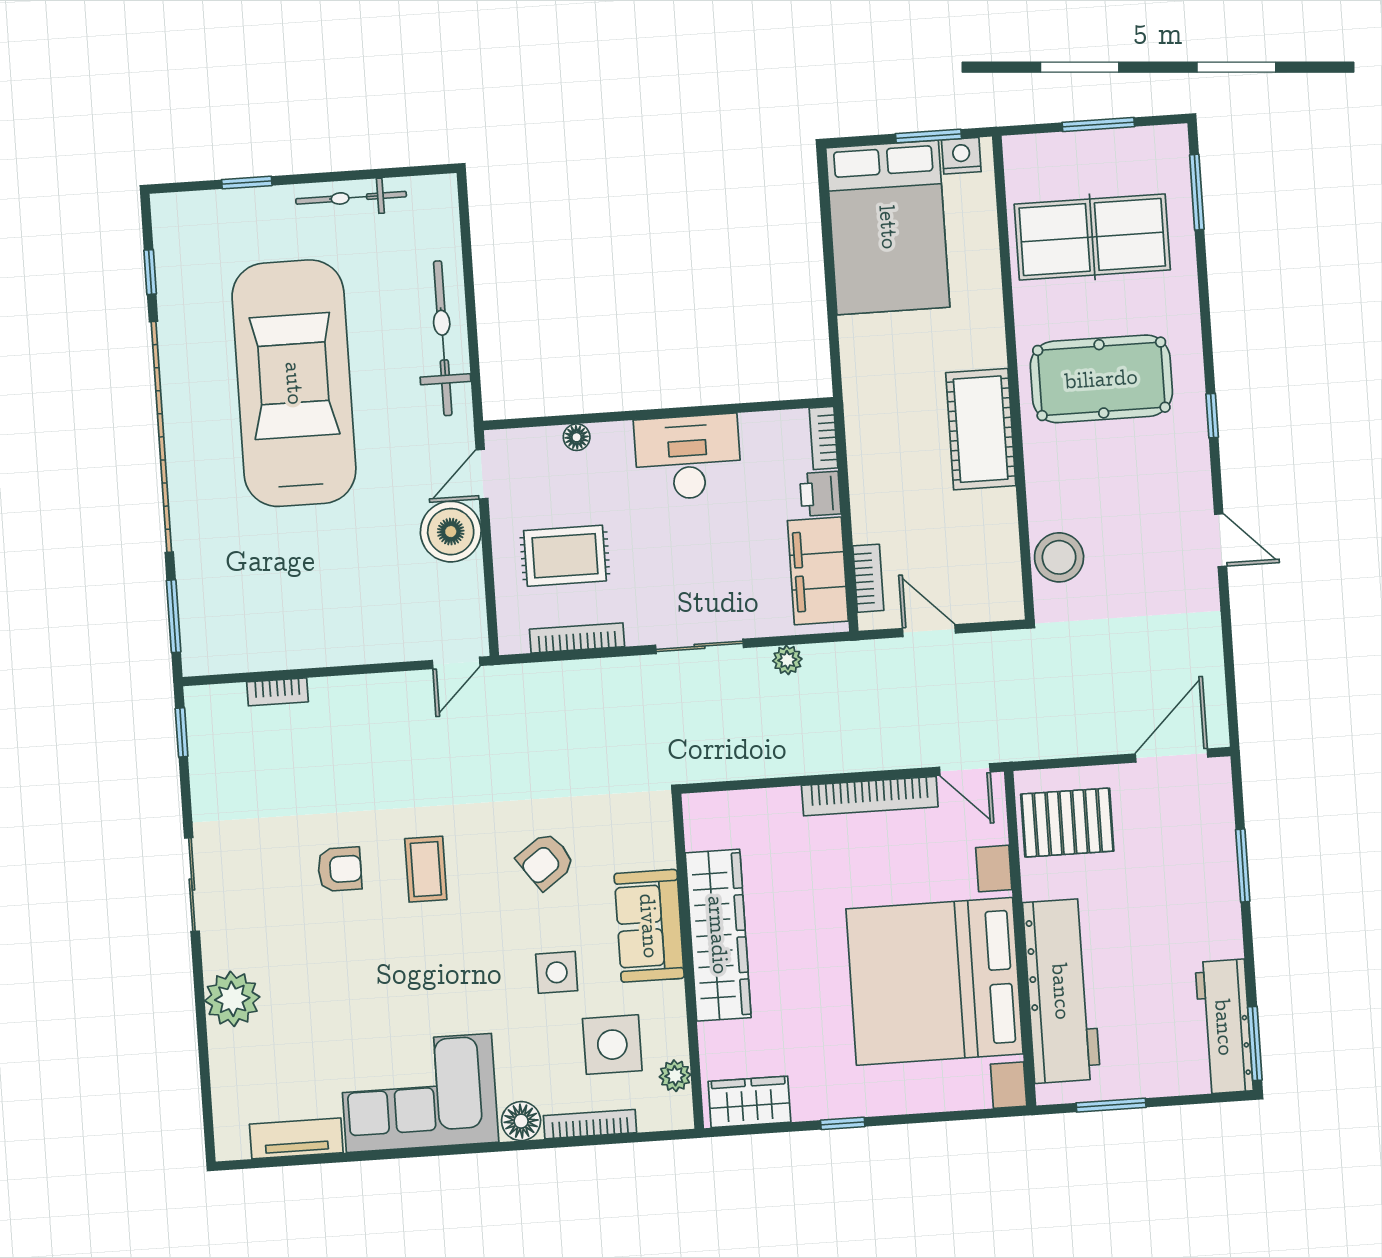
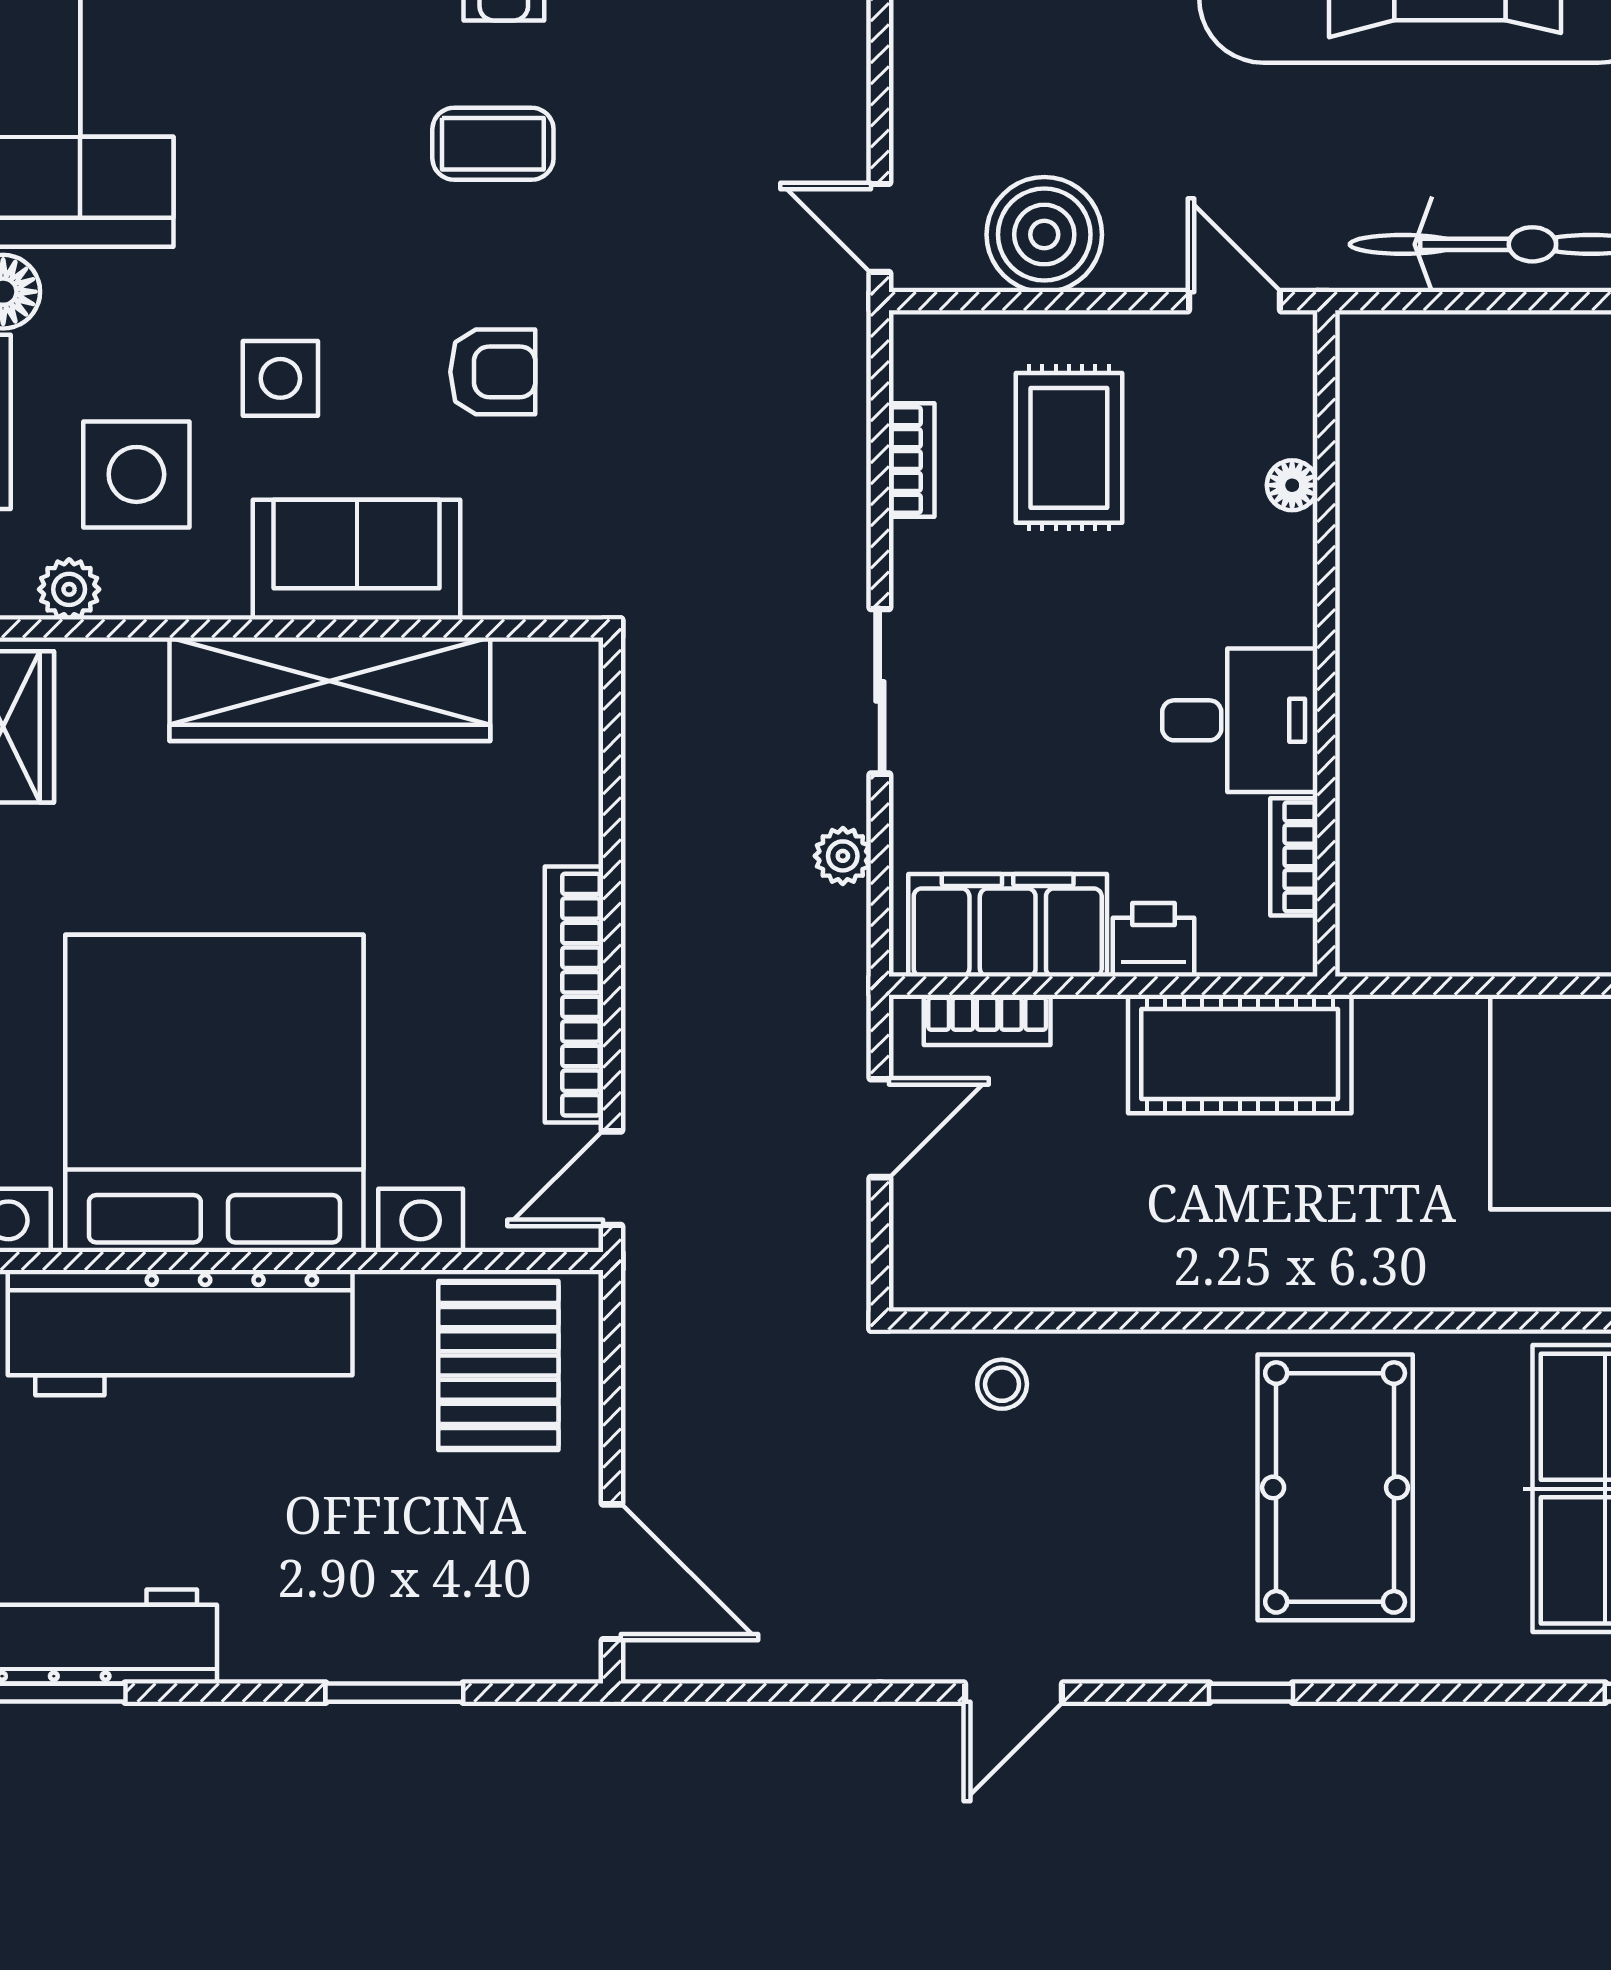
cot: (981, 429) -> (1240, 1054), moved
bookcase: (824, 438) -> (1294, 857), moved, turned -90
desk: (688, 457) -> (1240, 720), width x0.73
boiler: (451, 532) -> (1044, 235), moved
stool: (1059, 557) -> (1002, 1384), width x0.53, depth x0.53
bookcase: (577, 638) -> (912, 460), width x0.64
armchair: (546, 861) -> (493, 372), turned 126

